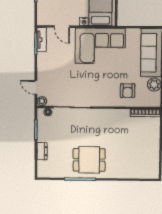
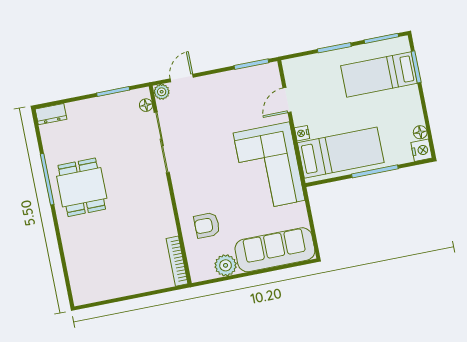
tv unit: (42, 40) -> (260, 72), removed
dresser: (42, 151) -> (51, 114), moved

